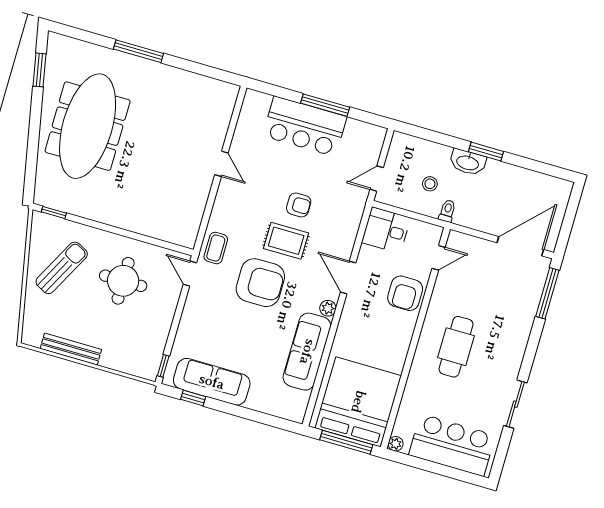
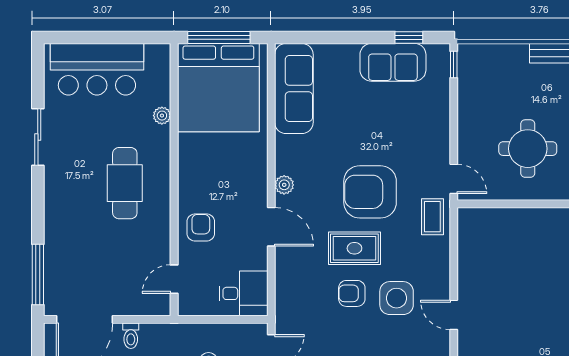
side table: (264, 191) -> (397, 298), added
toilet: (447, 211) -> (131, 336), moved
armchair: (405, 293) -> (201, 227), width x0.72, depth x0.72
sofa: (307, 352) -> (294, 89), moved
sofa: (212, 382) -> (393, 62), width x0.73
plant: (396, 444) -> (162, 116), moved

